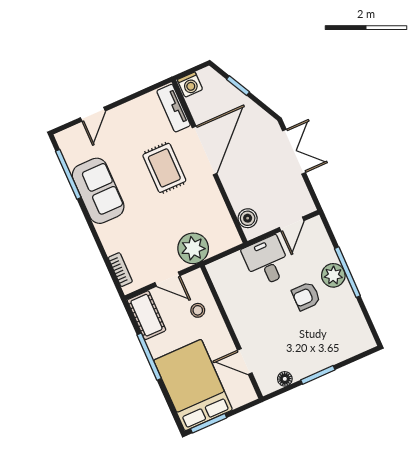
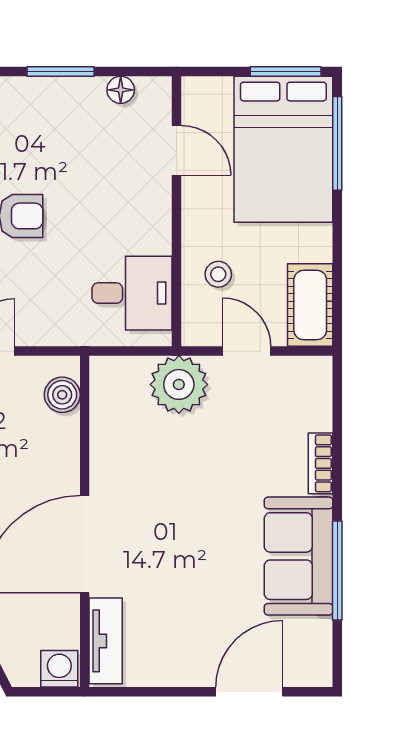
door: (93, 114) -> (249, 692), width x1.38
rug: (164, 168) -> (167, 545), removed
window: (68, 174) -> (337, 570), moved
desk: (267, 261) -> (132, 293), moved, turned -90
bookcase: (120, 270) -> (320, 463), moved
window: (149, 357) -> (337, 143), moved

